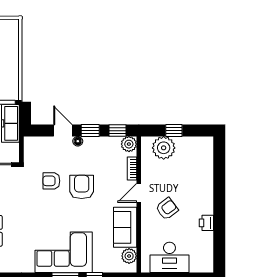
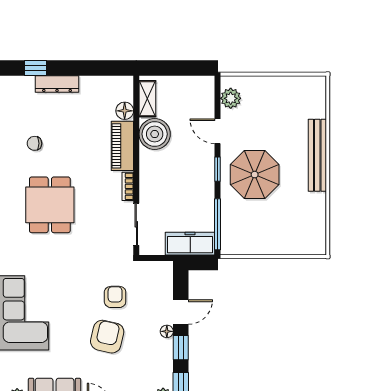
armchair: (82, 187) -> (107, 337), turned -77

